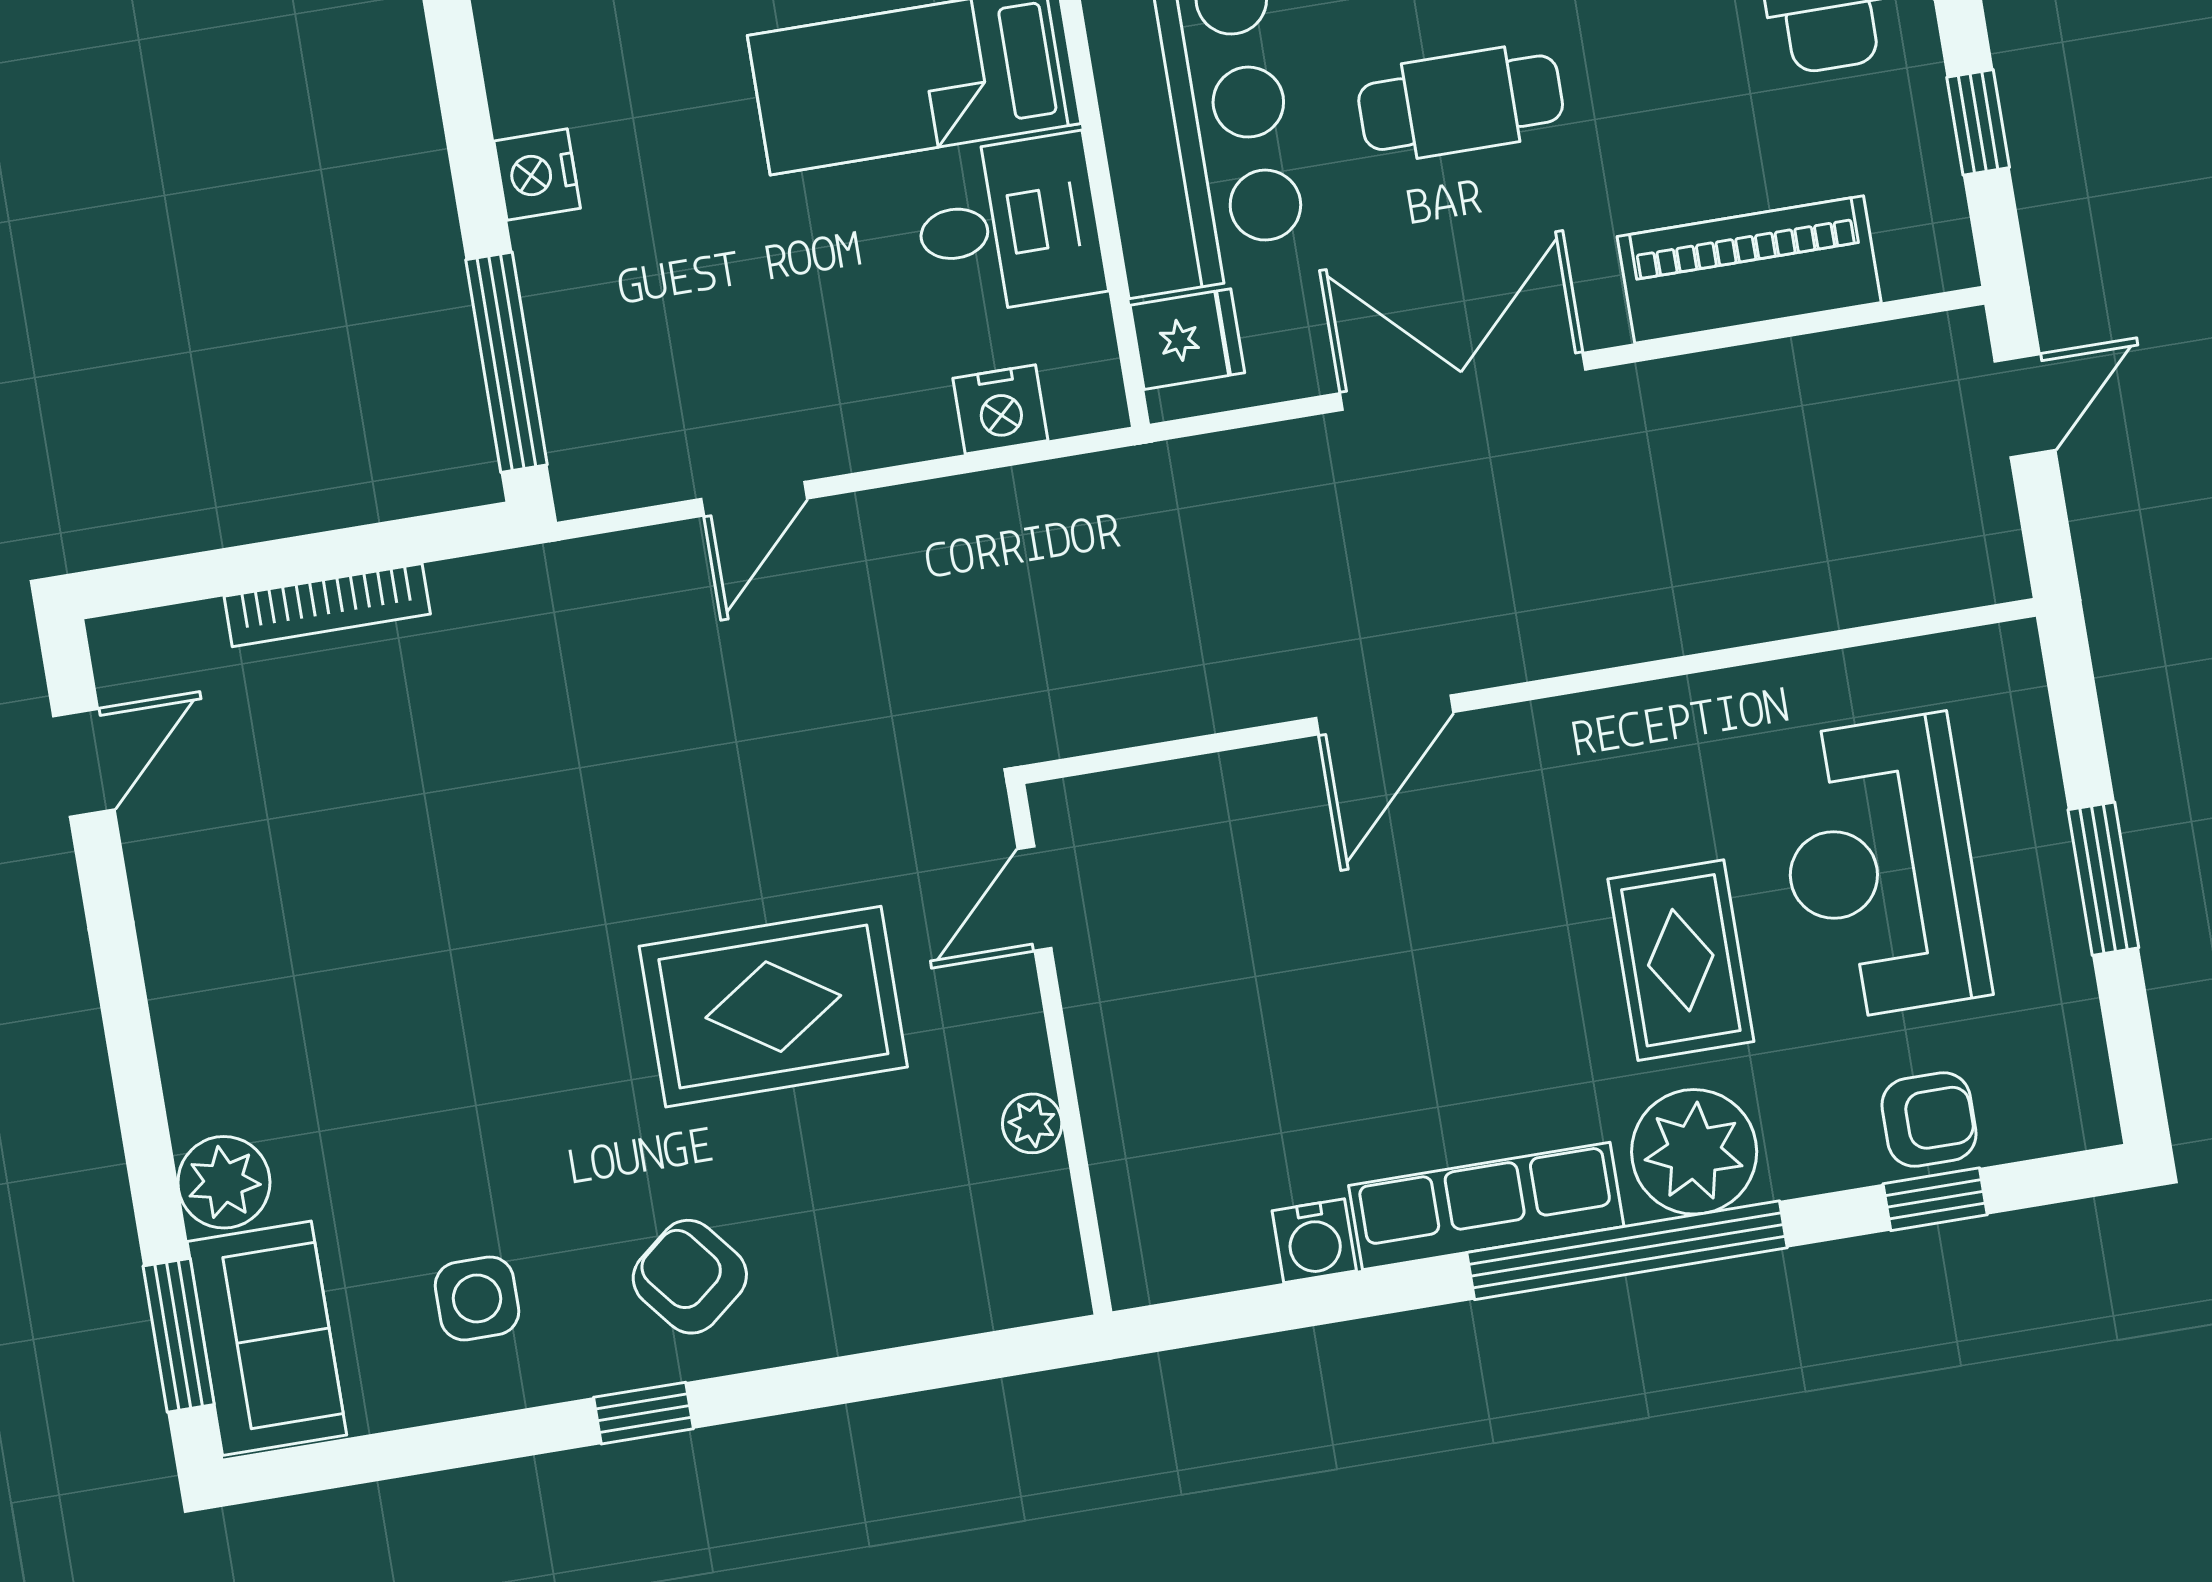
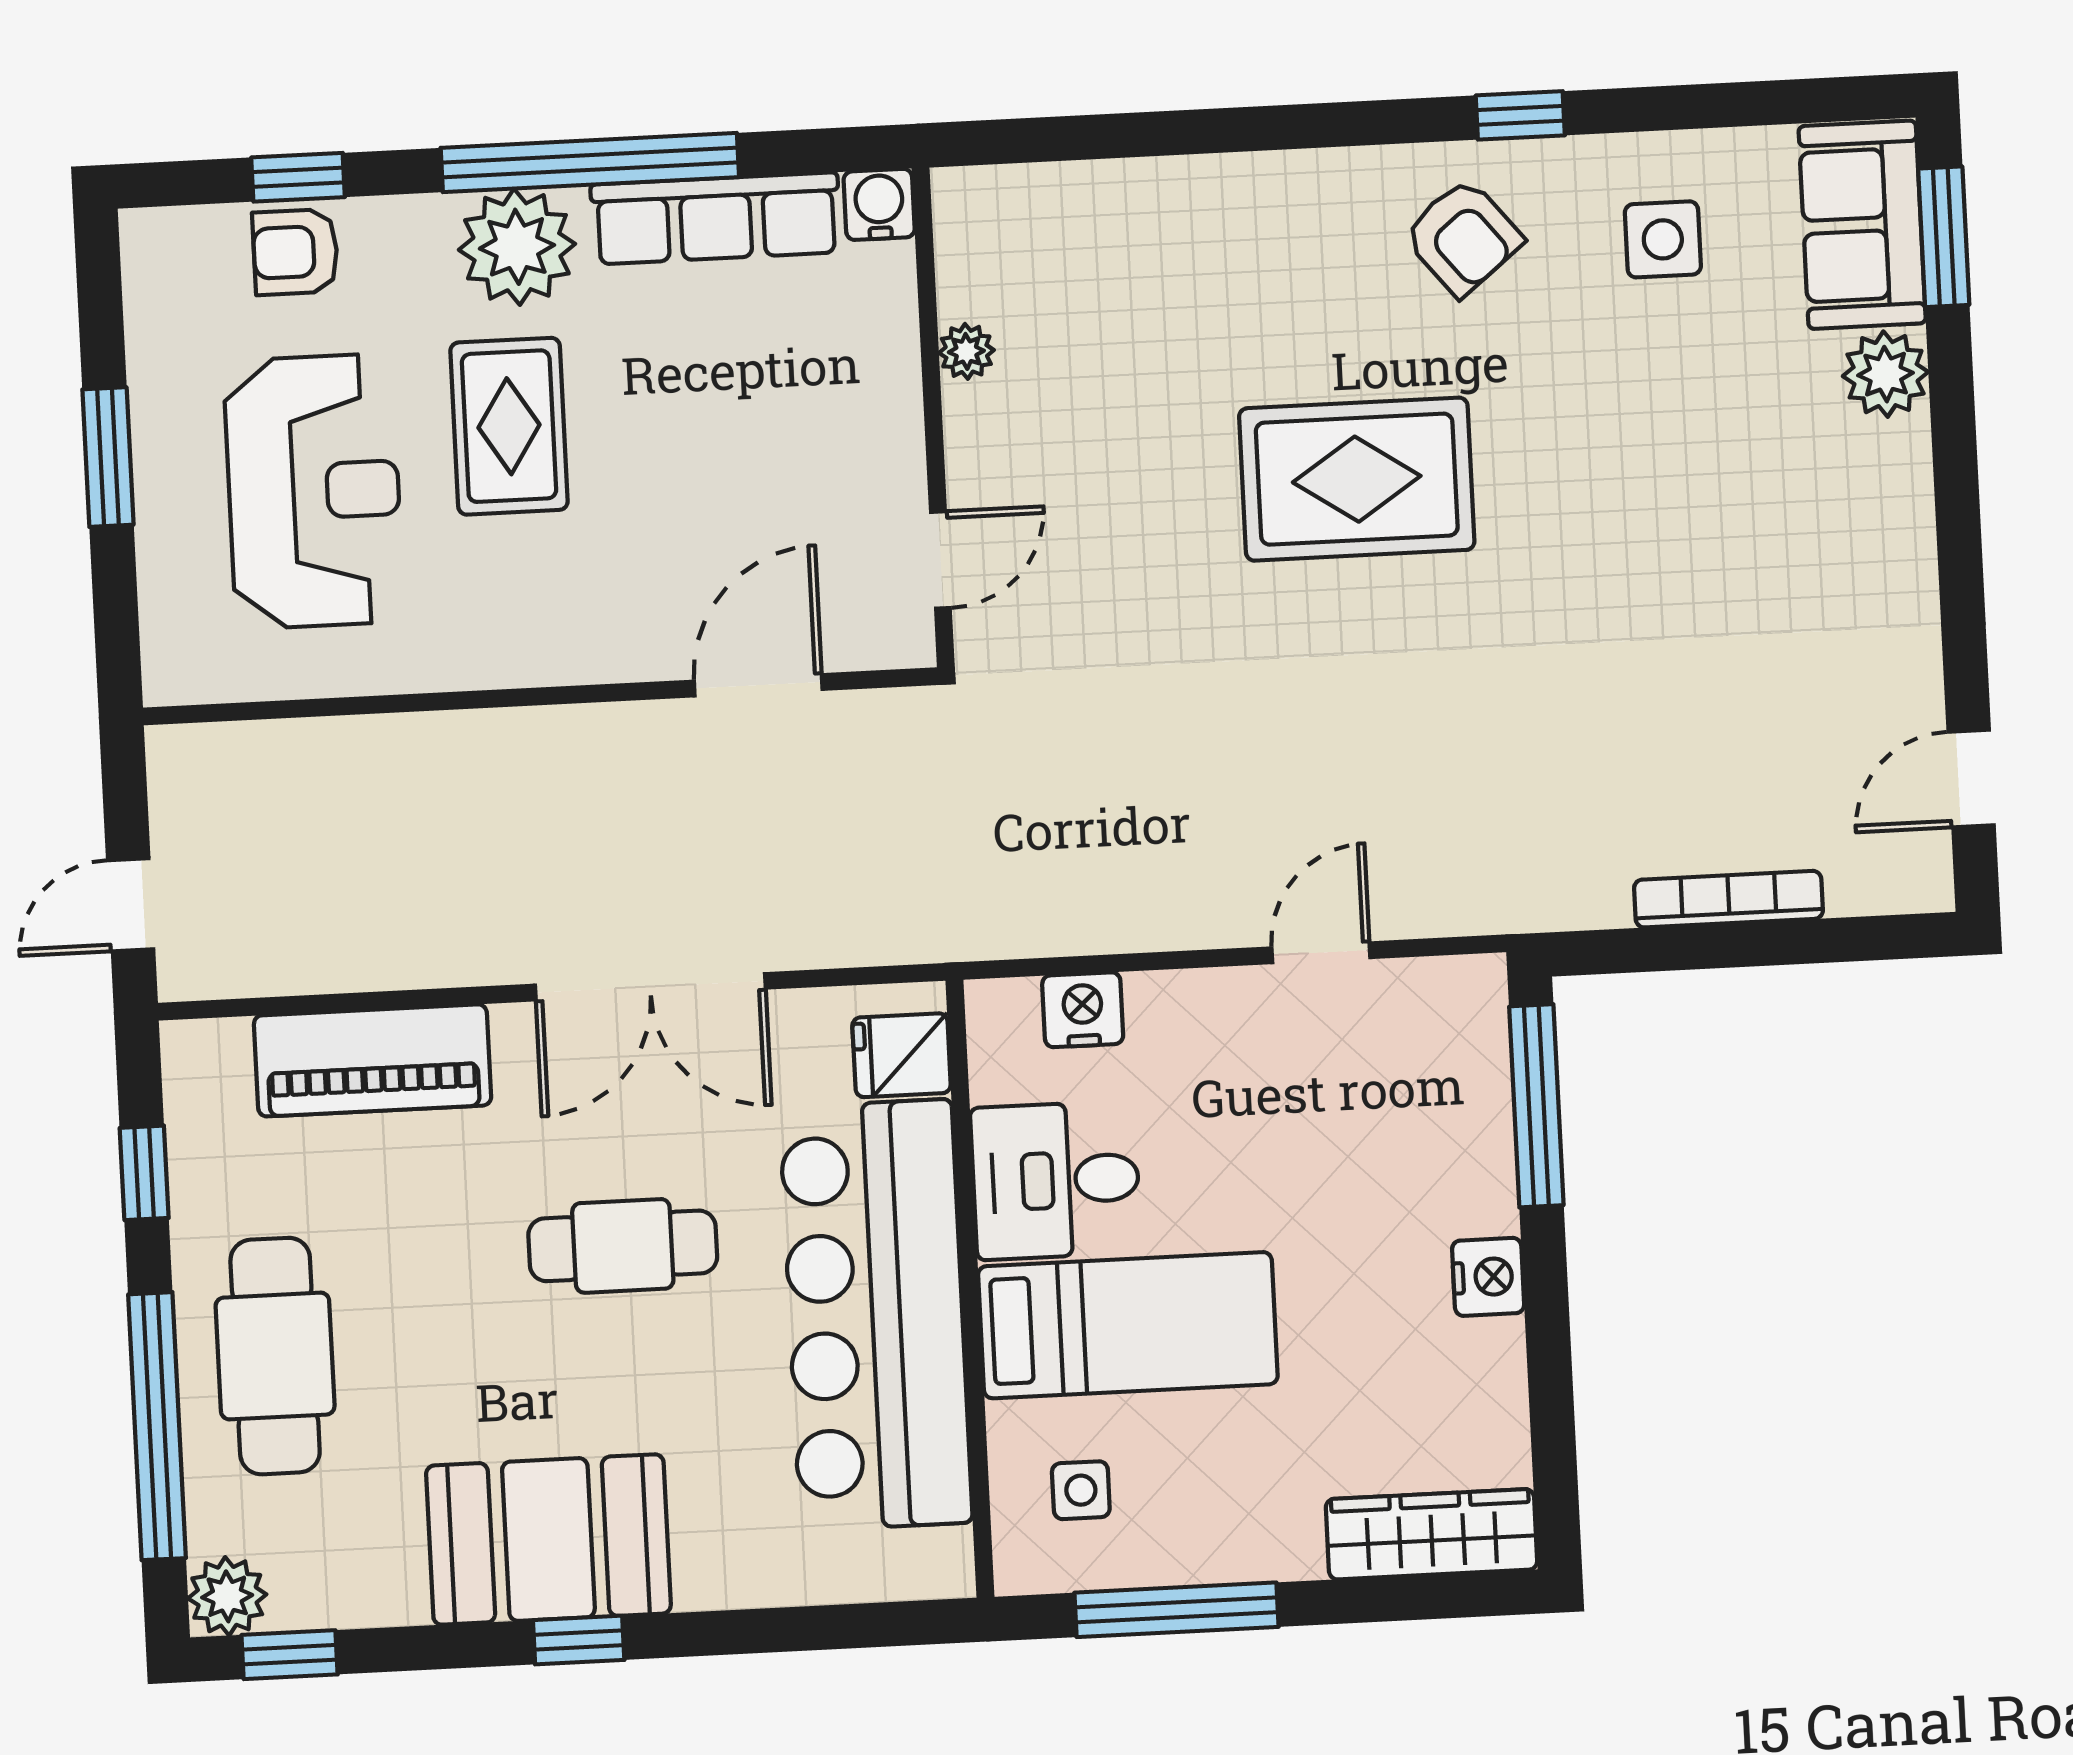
door: (1034, 899) -> (940, 560), moved
wall: (1059, 1049) -> (933, 417), moved
plant: (1032, 1123) -> (966, 351), moved

